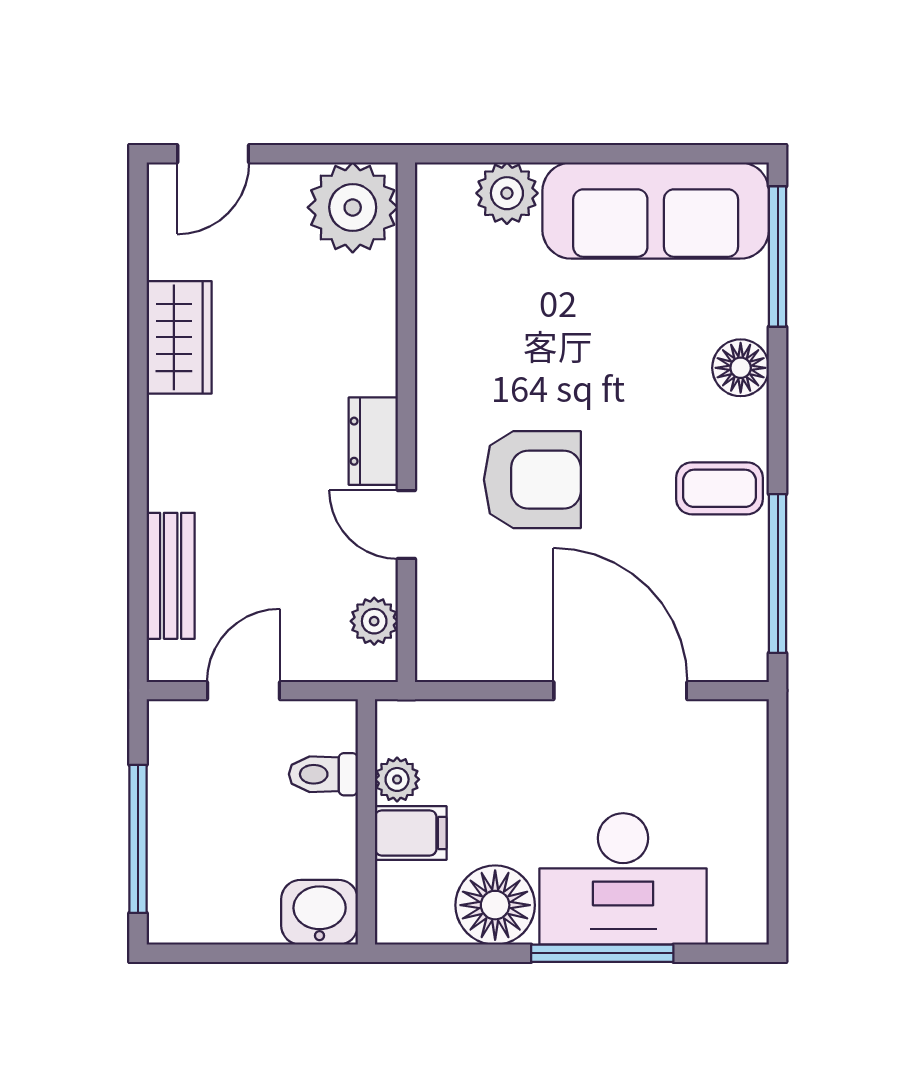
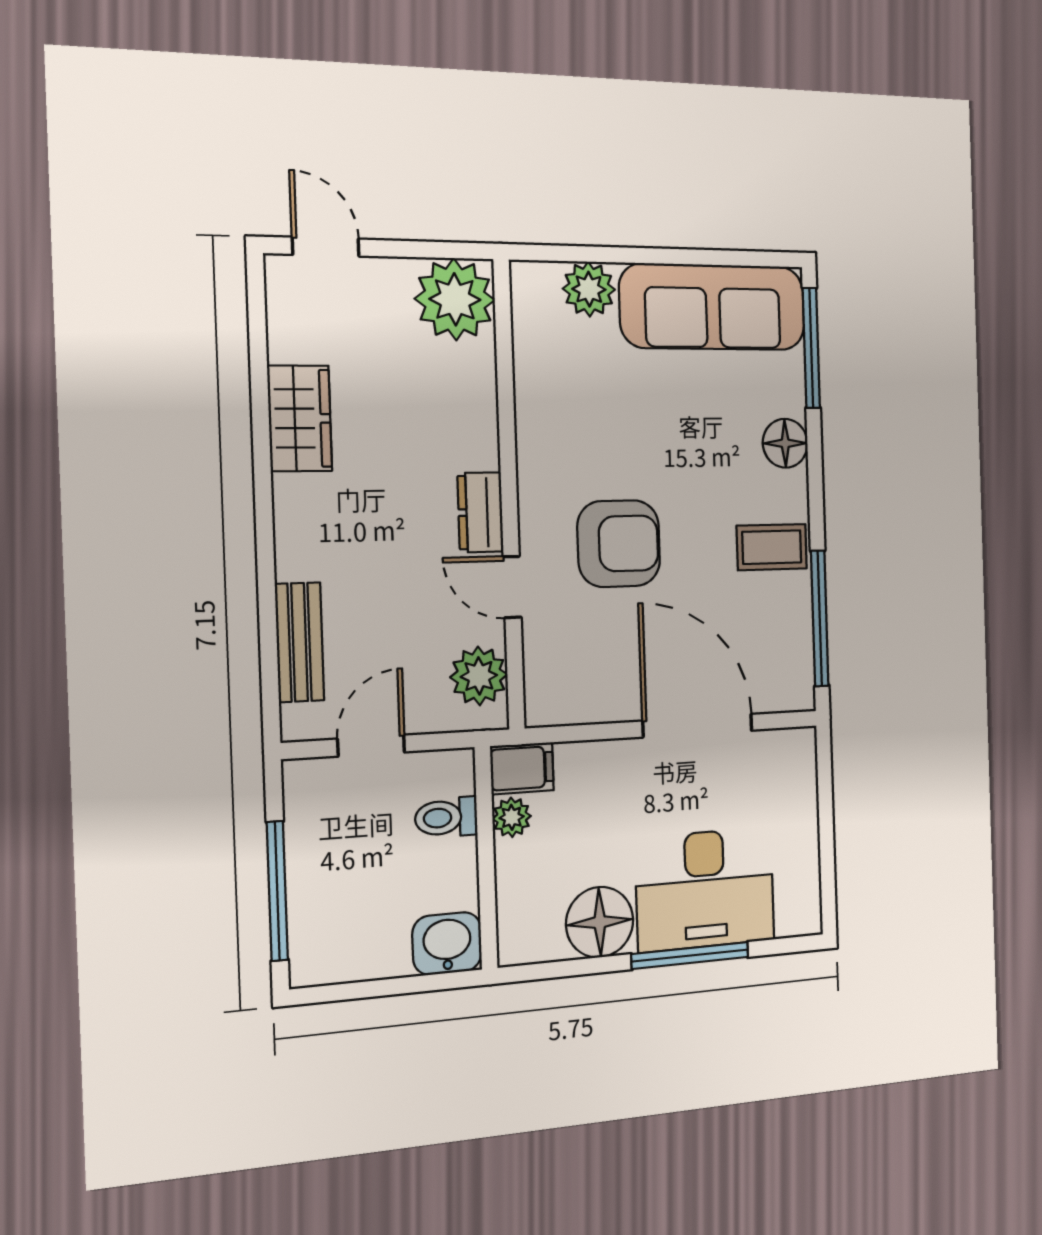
door: (213, 154) -> (326, 247), swing flipped
plant: (374, 621) -> (479, 676), width x1.38, depth x1.38
filing cabinet: (411, 833) -> (522, 768), moved

